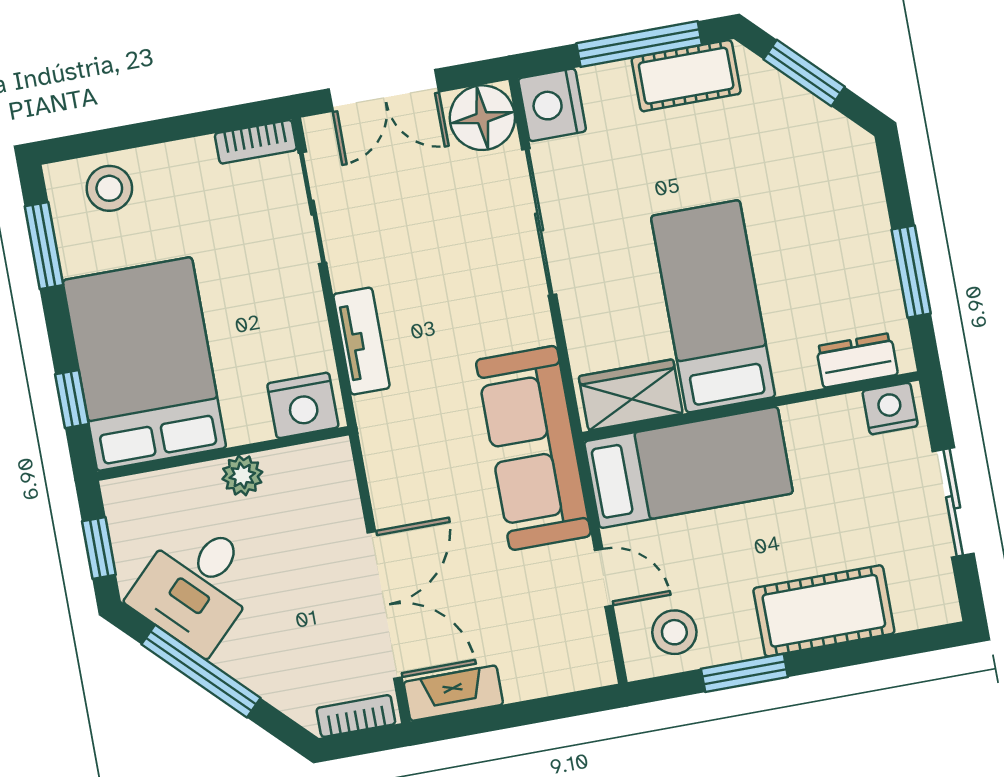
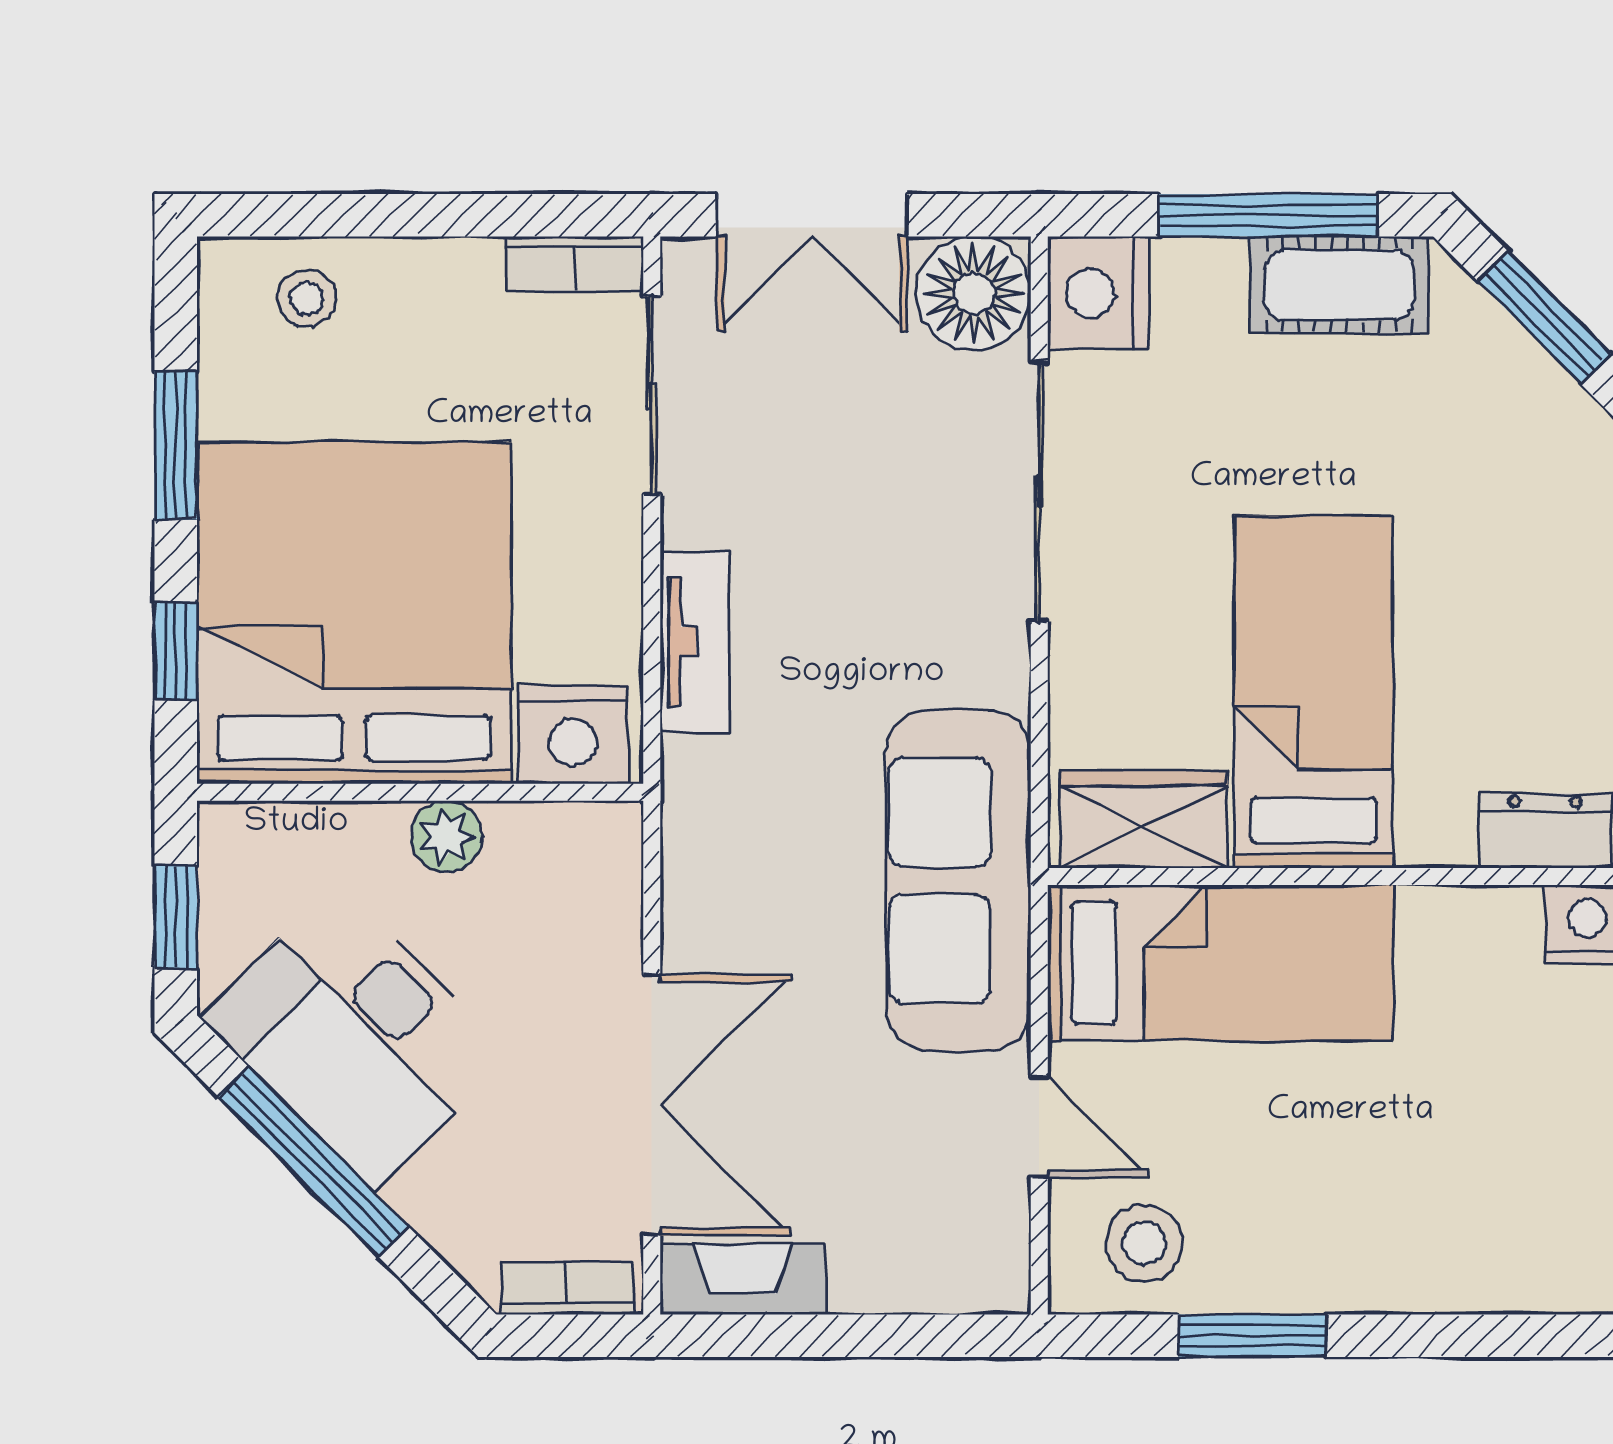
stool: (109, 188) -> (307, 298), width x0.73, depth x0.73
window: (44, 246) -> (176, 445), moved
bed: (144, 364) -> (354, 613), width x1.36
desk: (196, 586) -> (356, 1036), width x1.37
cot: (824, 611) -> (1409, 1253), removed

